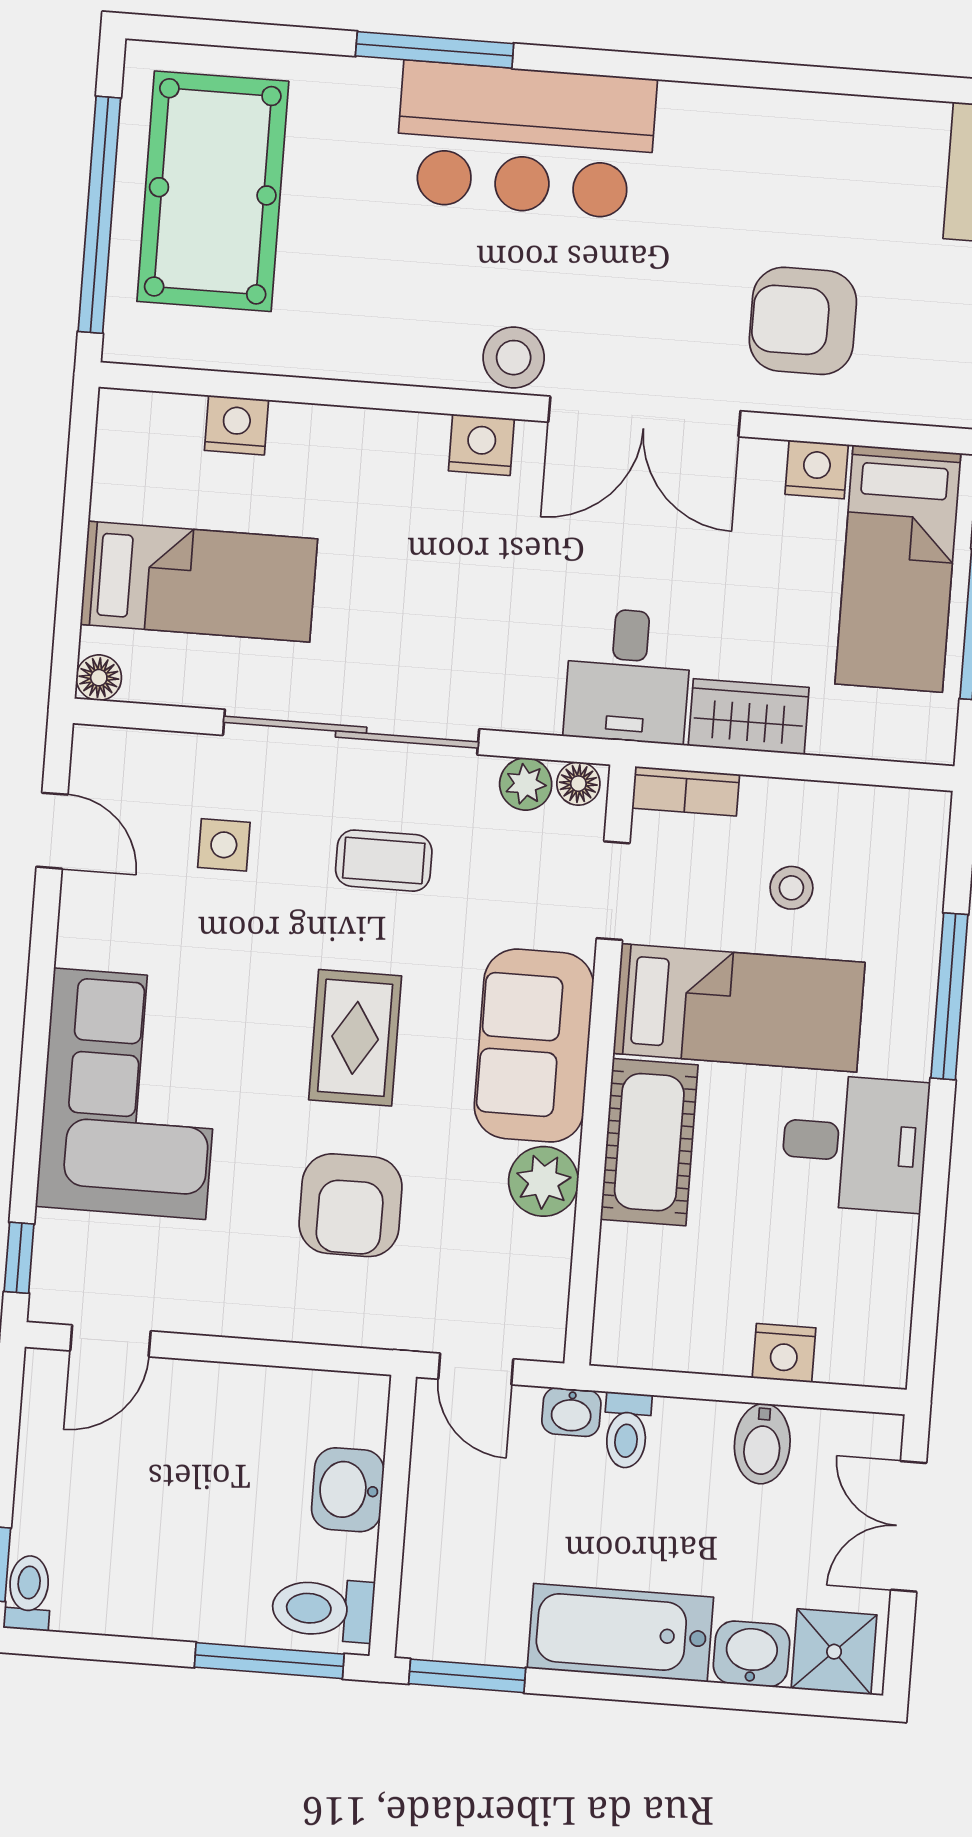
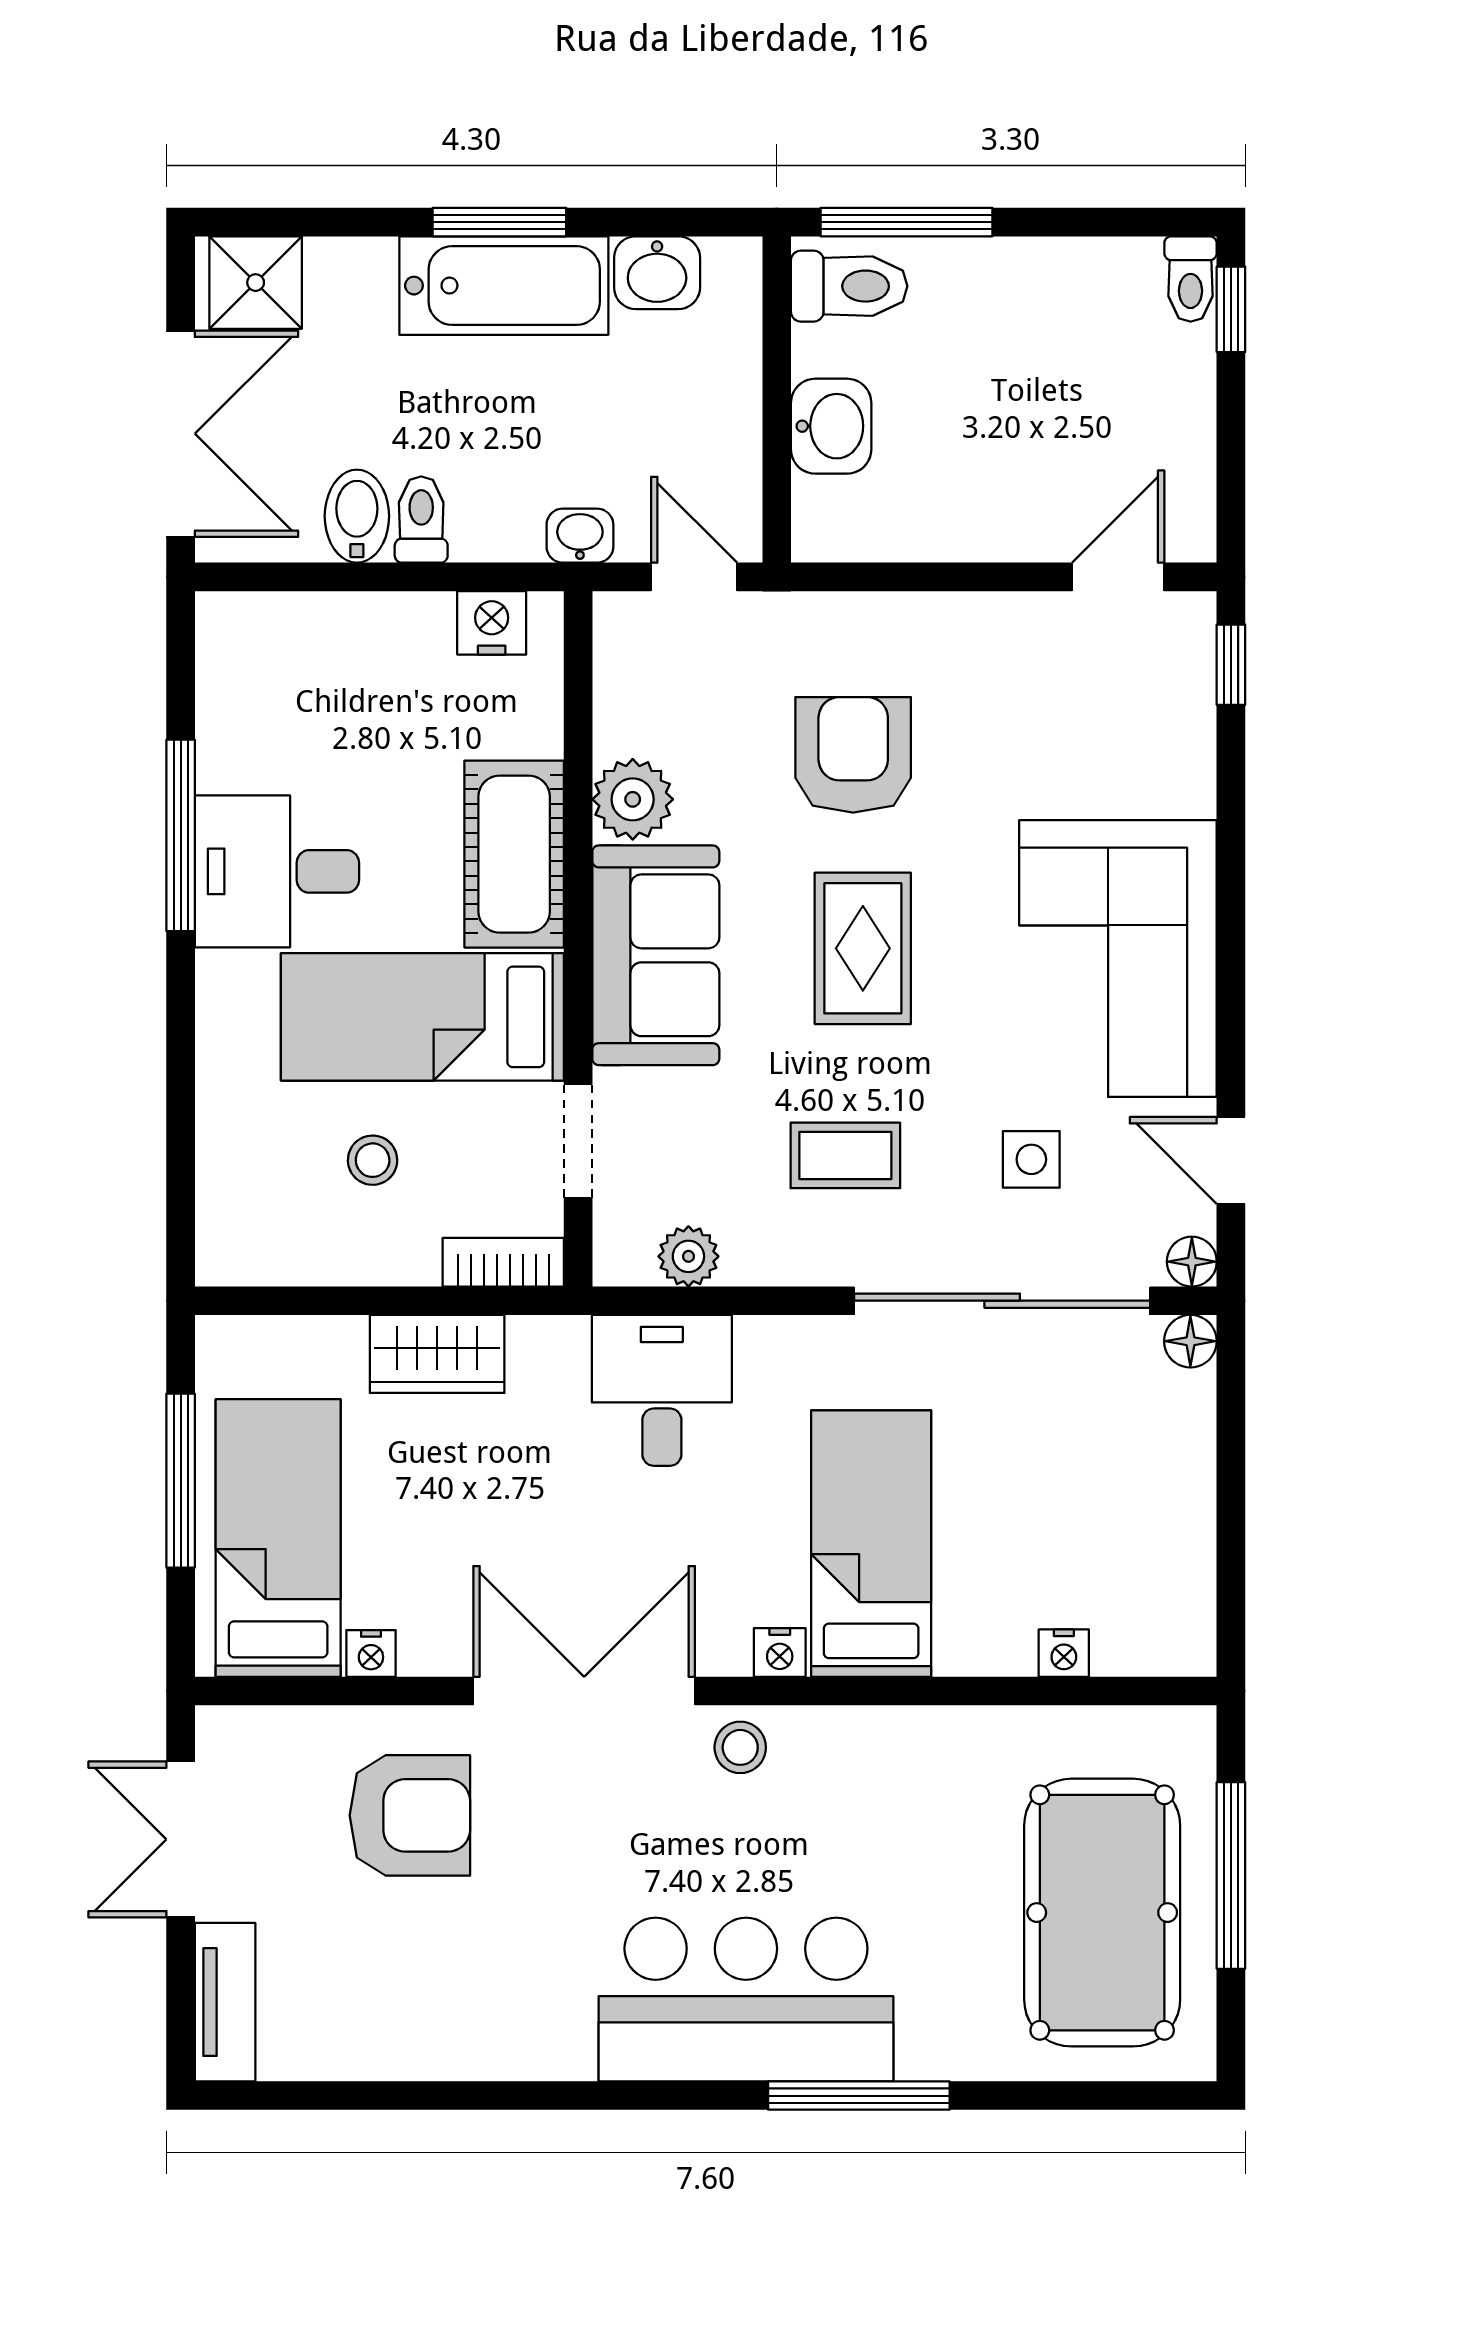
window: (99, 215) -> (1231, 1875), width x0.68
stool: (514, 358) -> (740, 1747), width x0.73, depth x0.73
nightstand: (236, 425) -> (1064, 1653), width x0.72, depth x0.74
nightstand: (481, 445) -> (780, 1652), width x0.72, depth x0.74
nightstand: (817, 469) -> (371, 1653), width x0.72, depth x0.74
bed: (199, 582) -> (871, 1544), moved, turned 90
desk: (628, 676) -> (662, 1390), moved
sliding door: (351, 732) -> (1002, 1301), moved
floor lamp: (578, 784) -> (1192, 1262), moved
window: (949, 996) -> (181, 835), moved
corner sofa: (130, 1094) -> (1118, 959), moved
nightstand: (784, 1353) -> (492, 623), moved
toilet: (627, 1430) -> (421, 520), moved
double door: (909, 1526) -> (181, 434), width x1.37
washbasin: (752, 1654) -> (657, 273), moved
window: (467, 1676) -> (499, 222), moved

